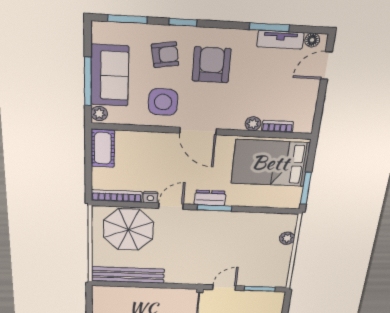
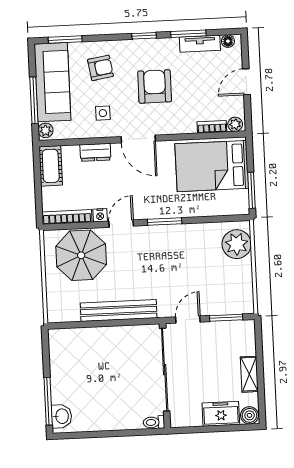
window: (183, 22) -> (144, 36), moved
armchair: (212, 65) -> (155, 86), moved
door: (326, 66) -> (246, 82), moved
sofa: (110, 76) -> (52, 82), width x1.36
side table: (163, 102) -> (103, 113), width x0.54, depth x0.54
plant: (253, 124) -> (235, 124), moved
dresser: (210, 198) -> (95, 152), moved, turned 180
plant: (287, 238) -> (237, 244), width x1.87, depth x1.87
bench: (128, 275) -> (119, 310), moved

